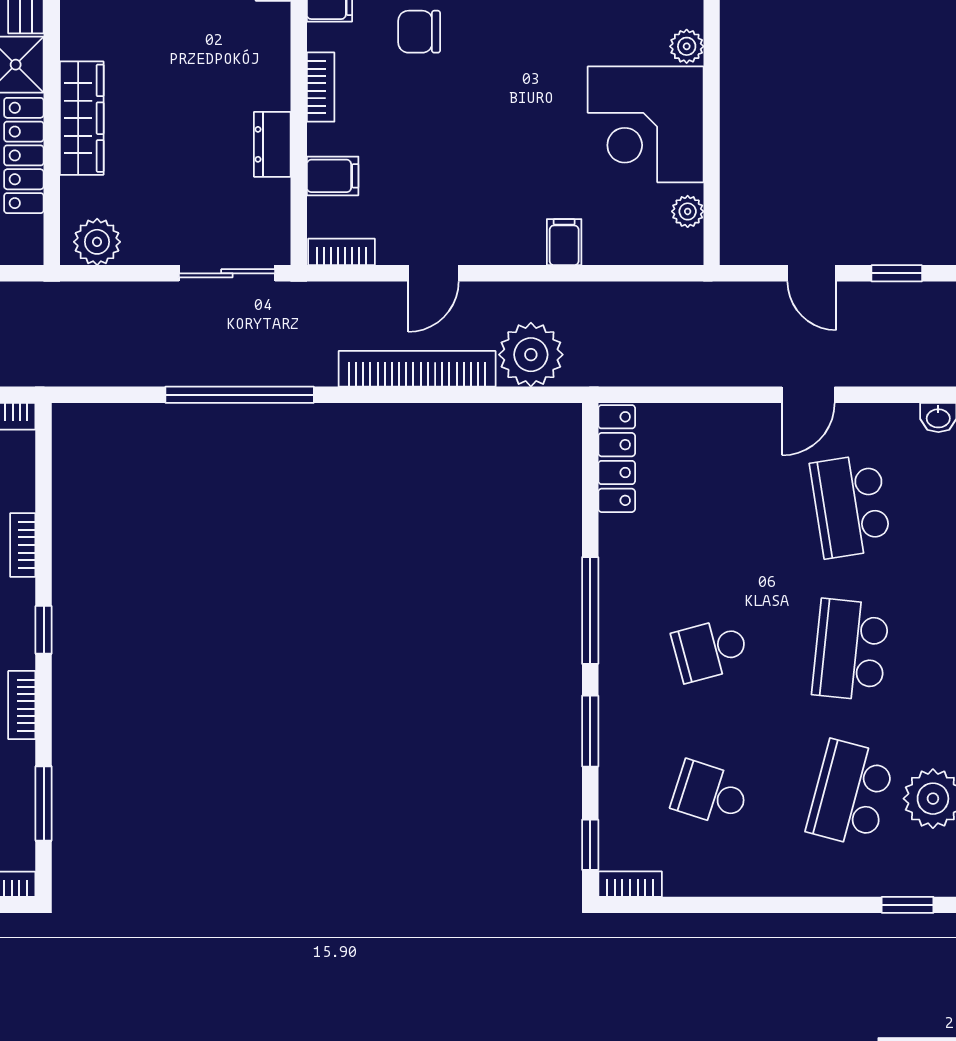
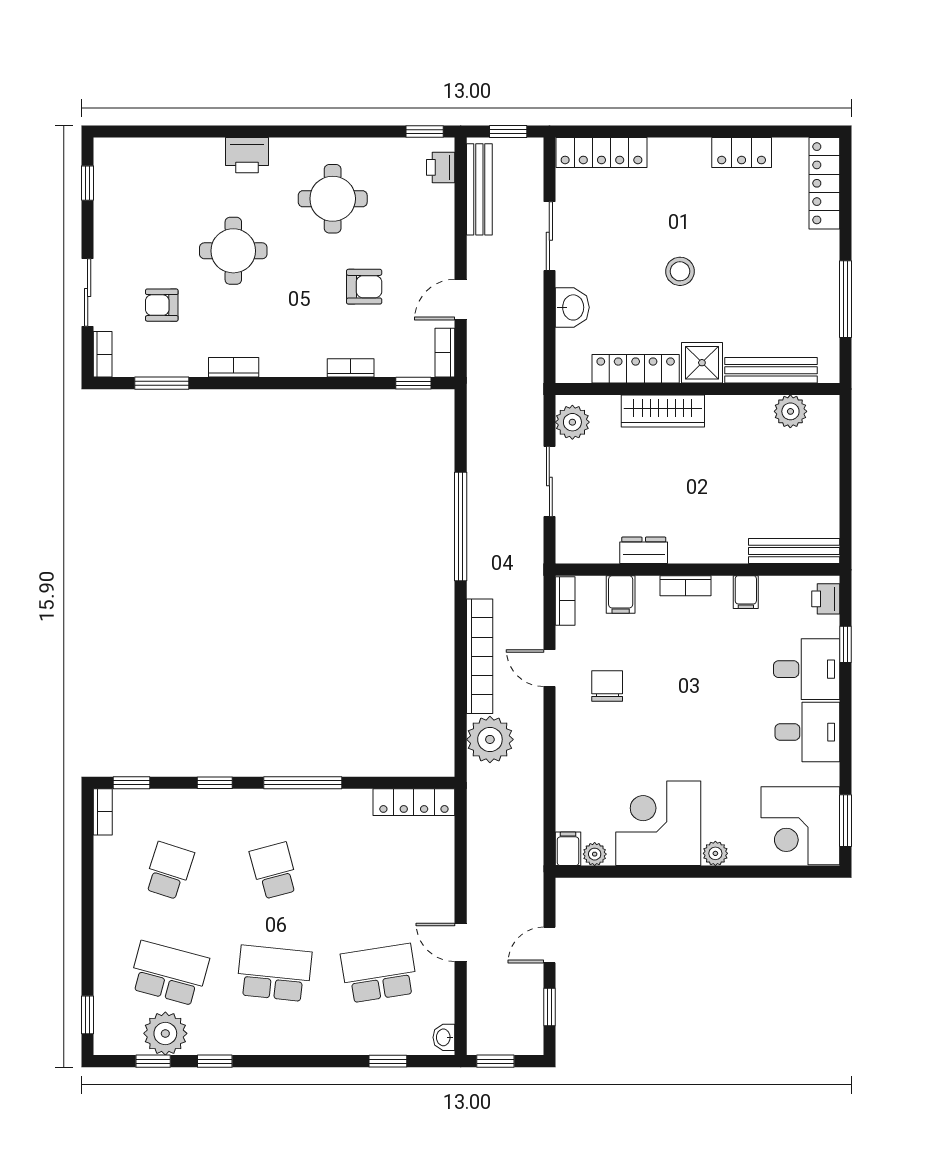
chair: (419, 32) -> (607, 686), moved
filing cabinet: (564, 242) -> (568, 849), moved, turned -90
sliding door: (227, 273) -> (549, 481), moved
window: (44, 630) -> (413, 383), moved
window: (590, 731) -> (215, 783), width x0.67

